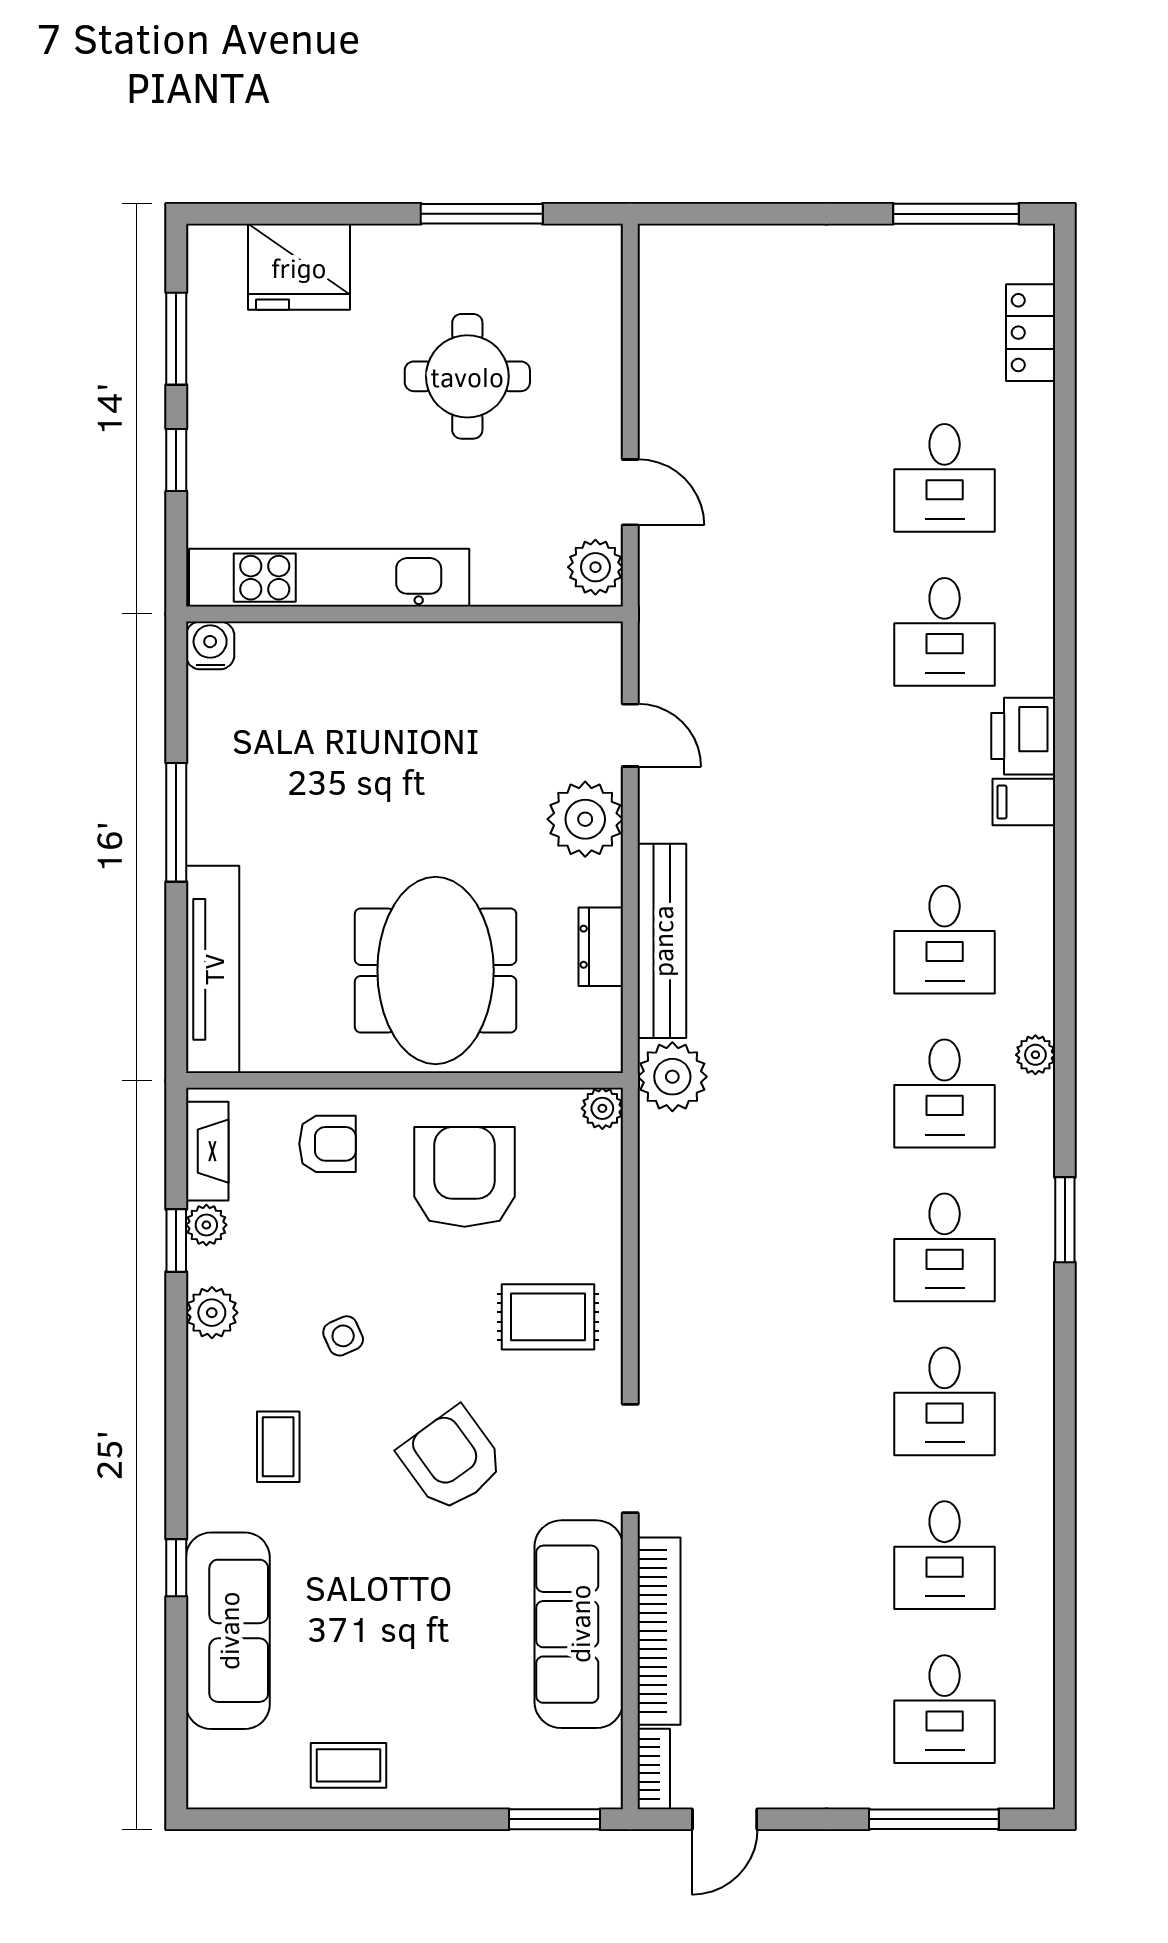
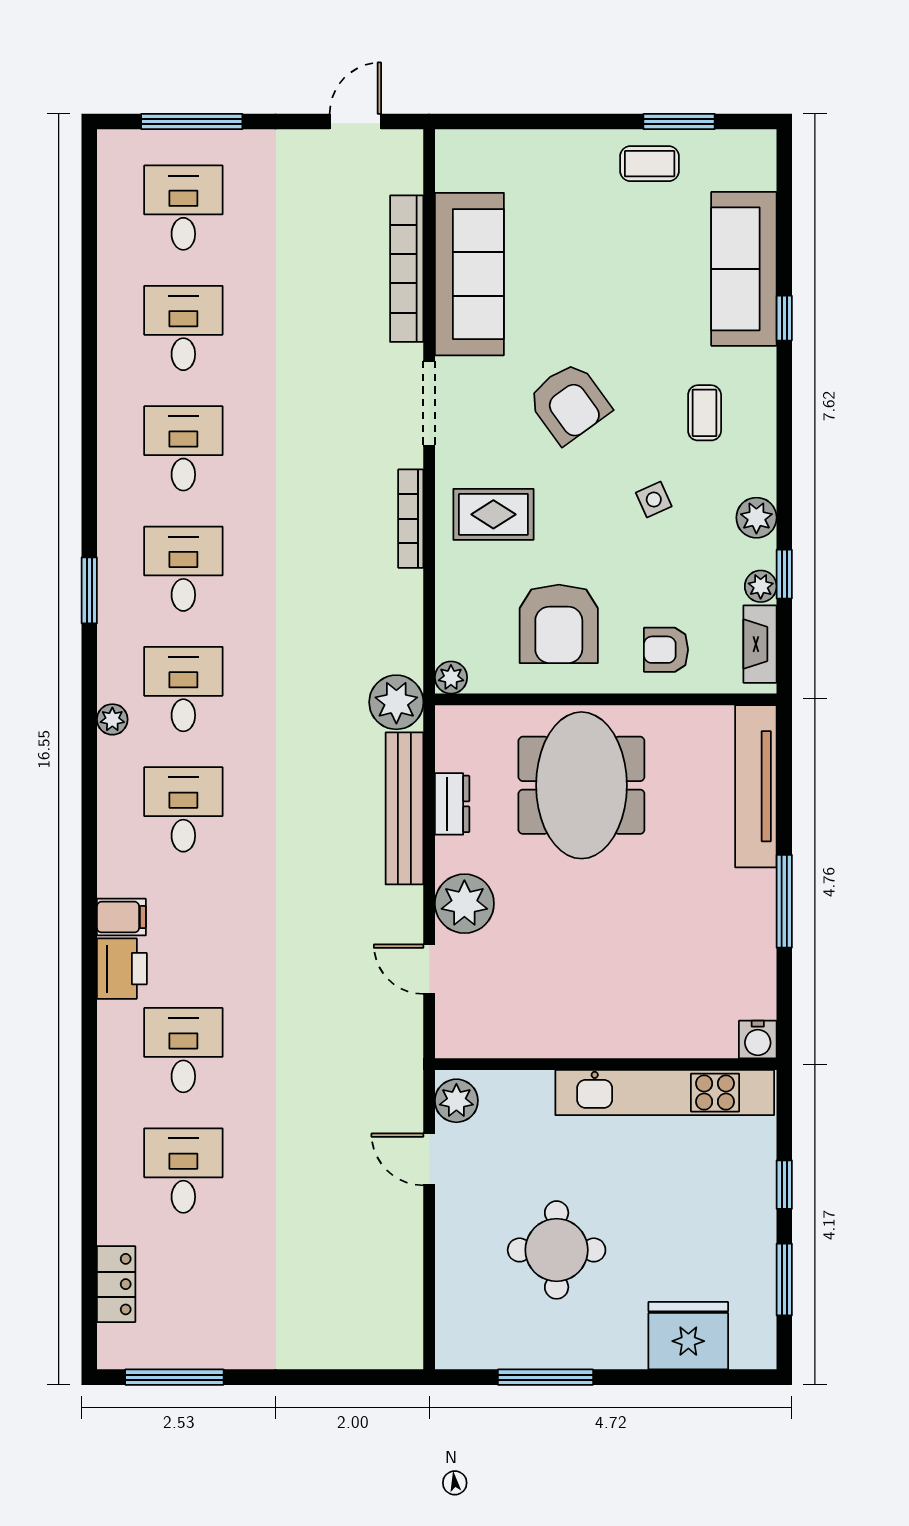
bookcase: (654, 1769) -> (411, 519), moved, width x1.56
window: (555, 1819) -> (679, 121), moved

